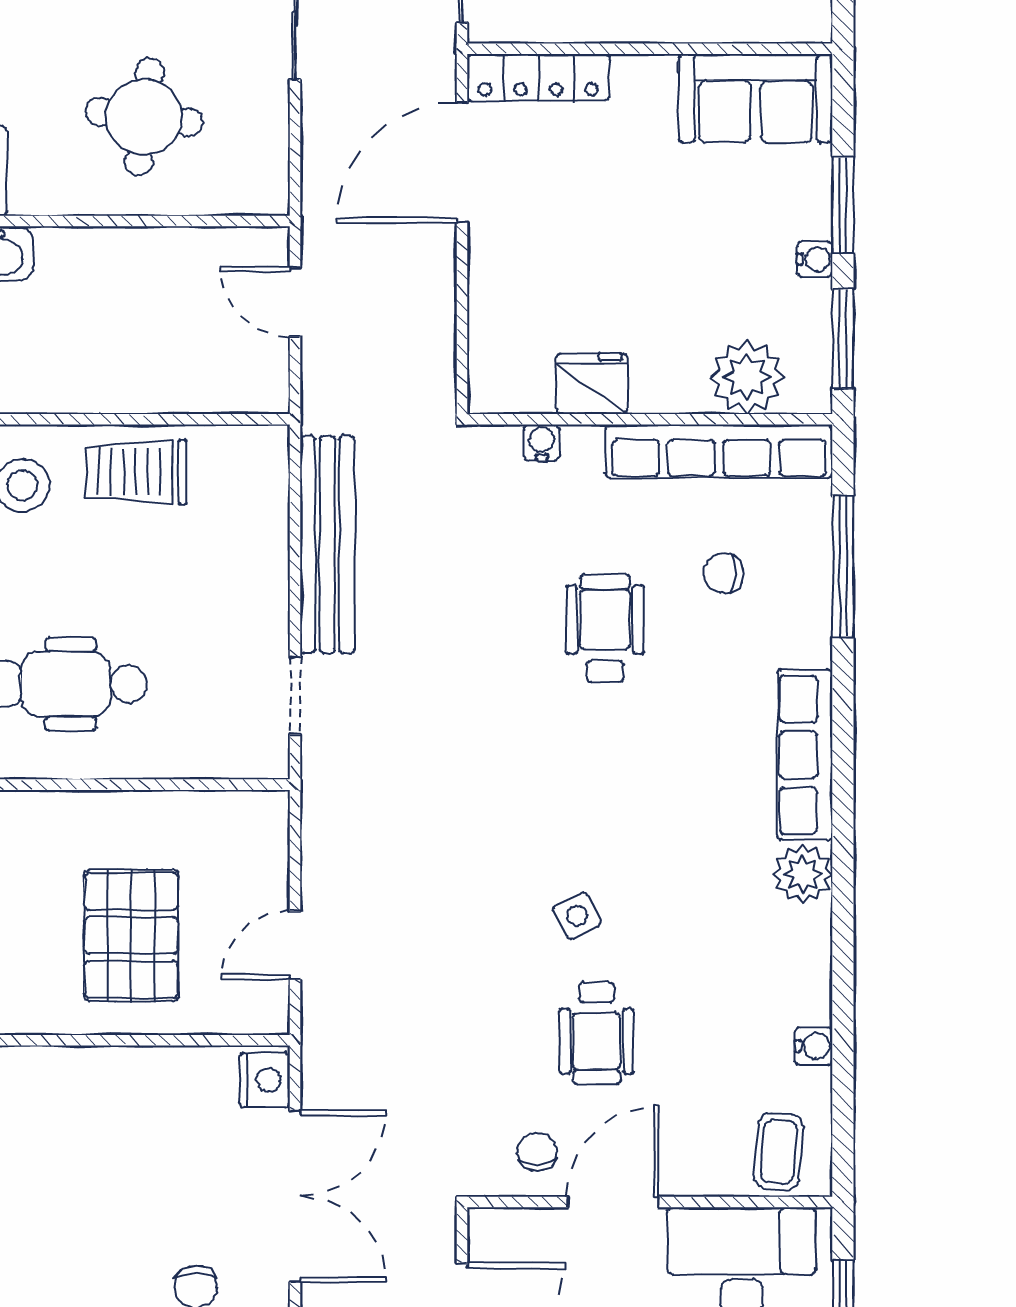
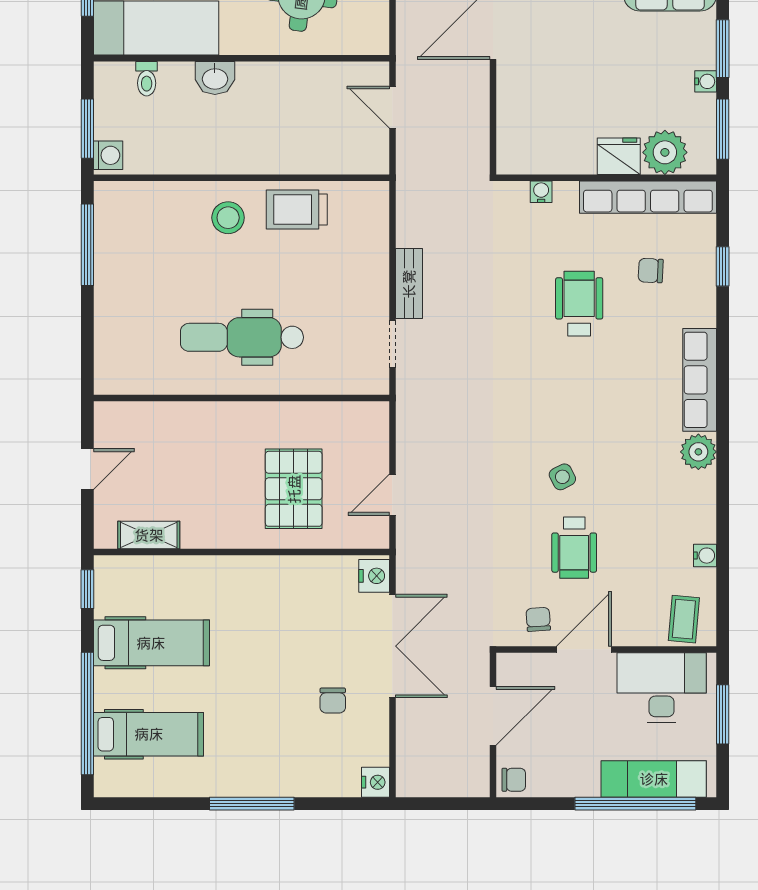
fridge: (592, 384) -> (619, 156), moved
bench: (327, 544) -> (409, 284), width x0.54, depth x0.82
window: (843, 566) -> (723, 266), width x0.46

